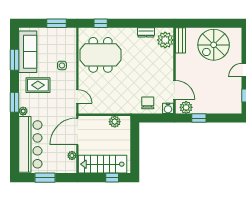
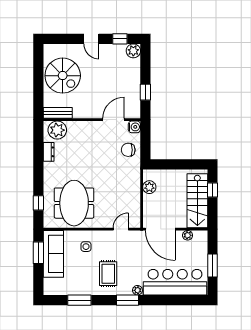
sofa: (28, 52) -> (53, 254), moved, turned 90
plant: (186, 107) -> (133, 51), moved

